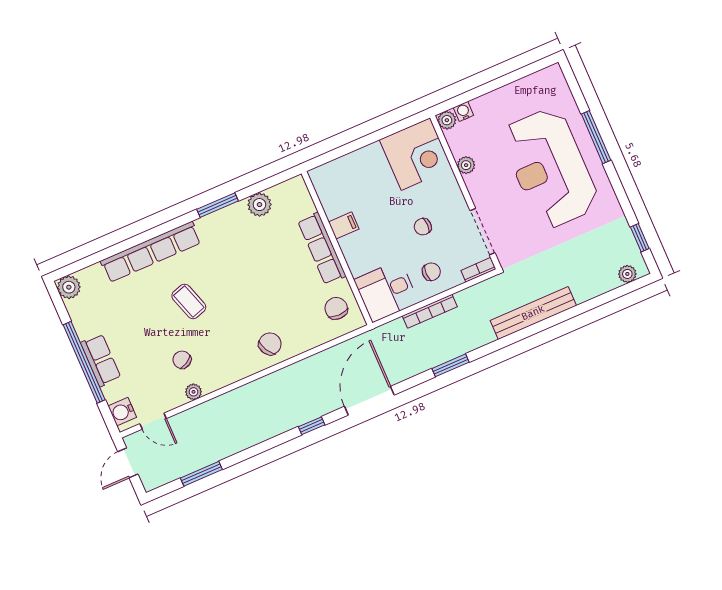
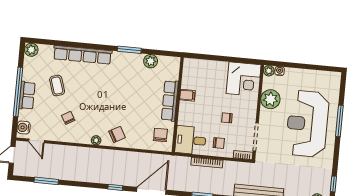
plant: (466, 165) -> (270, 99), width x1.87, depth x1.87
coffee table: (189, 301) -> (57, 86), moved
plant: (194, 392) -> (96, 140), moved

